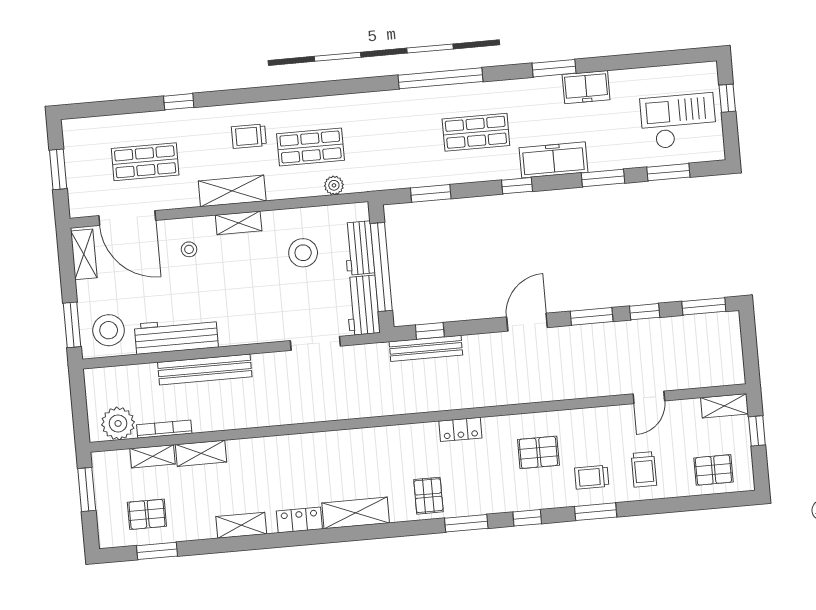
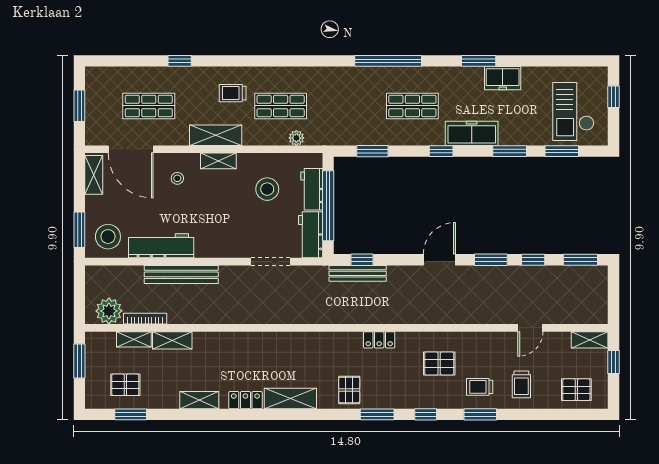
checkout: (678, 121) -> (573, 111), turned -90

